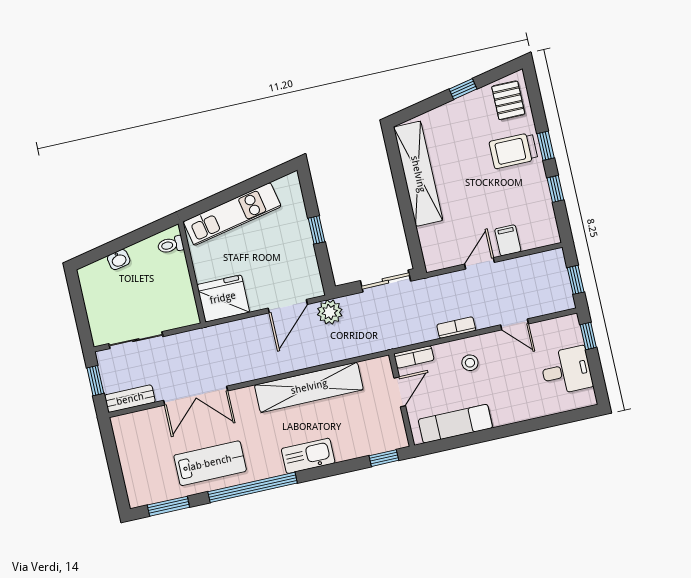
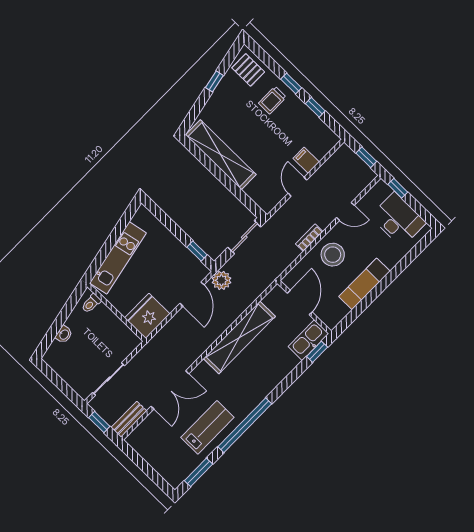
trolley: (513, 151) -> (272, 100), width x0.73, depth x0.72
window: (317, 230) -> (197, 251), moved
bookcase: (414, 357) -> (294, 274), removed
stool: (470, 363) -> (333, 255), width x1.89, depth x1.89
desk: (566, 371) -> (398, 220), width x1.37
door: (400, 392) -> (300, 303), width x1.38
exam couch: (455, 424) -> (364, 284), moved
kitchen sink: (308, 456) -> (308, 340), moved

